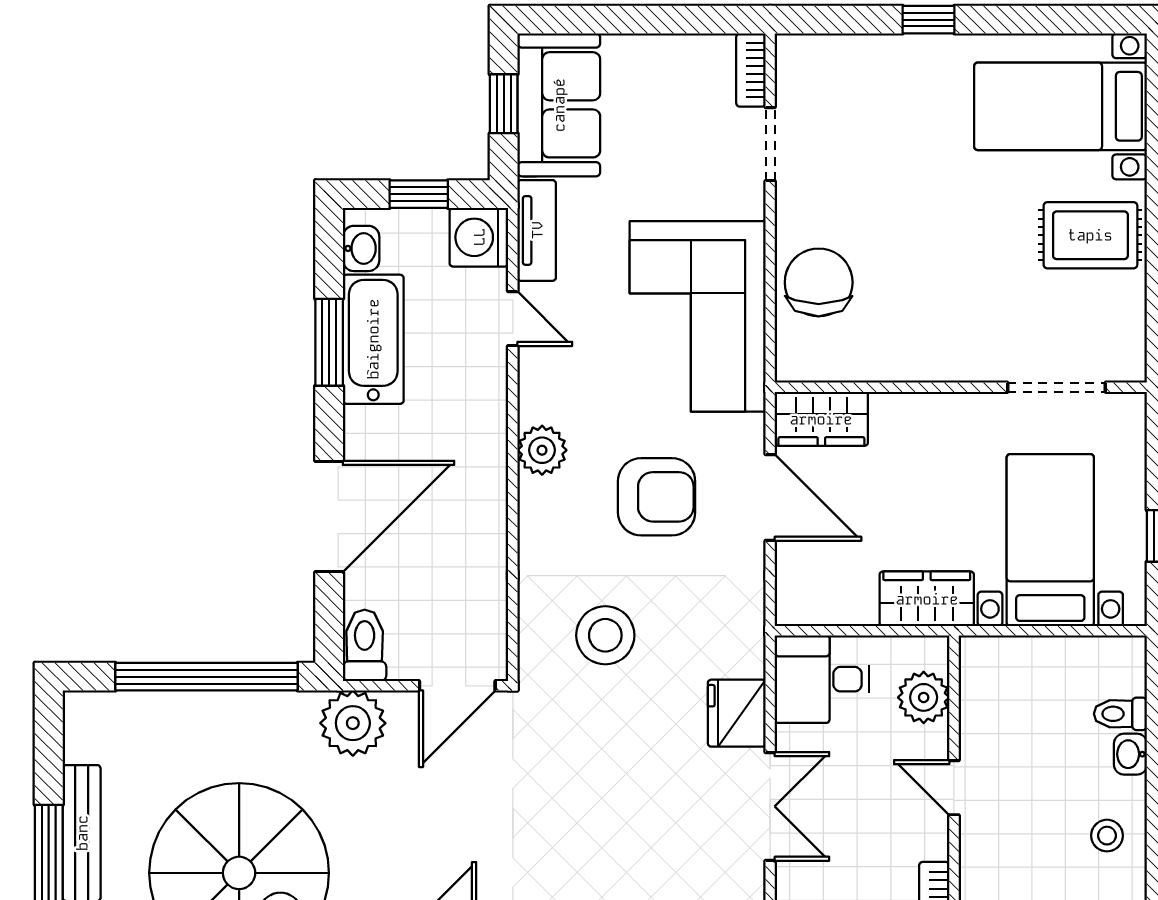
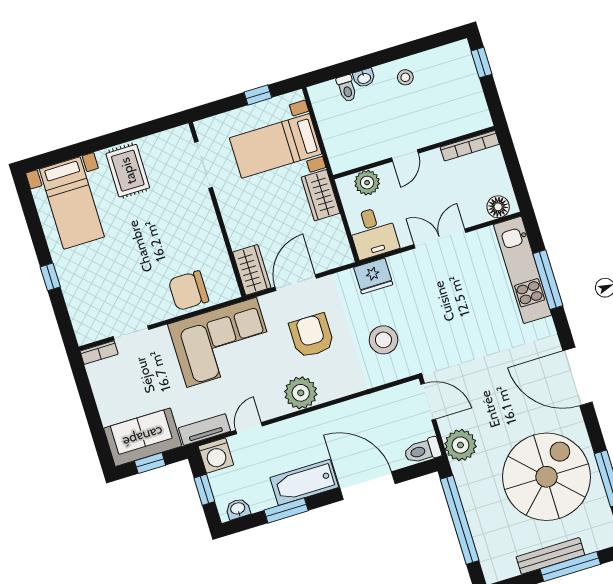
bathtub: (373, 339) -> (304, 482), moved
plant: (542, 450) -> (301, 393), width x1.36, depth x1.36
fridge: (737, 713) -> (373, 276), moved

